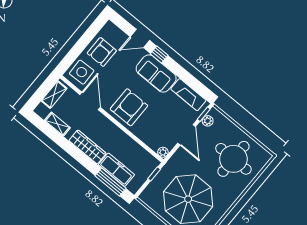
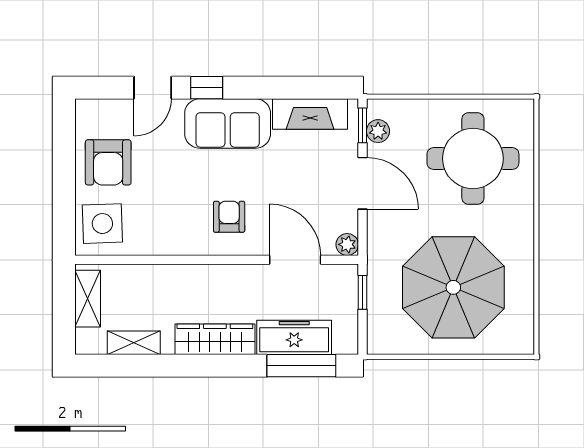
door: (90, 101) -> (295, 260), moved
armchair: (129, 107) -> (229, 217), width x0.53, depth x0.53

